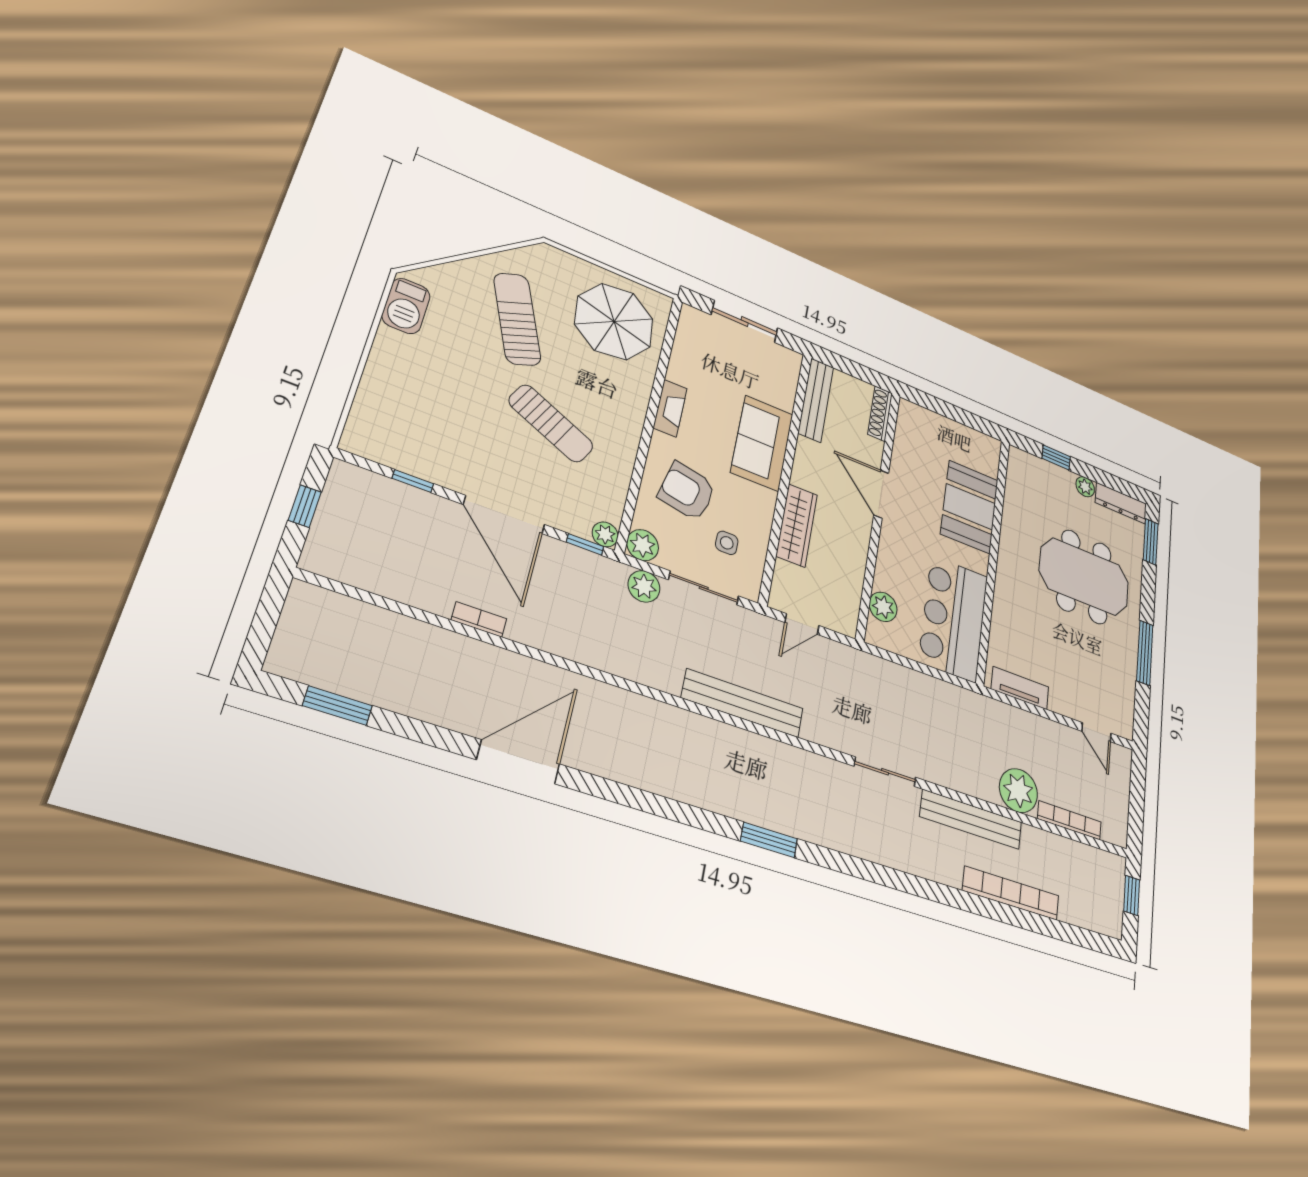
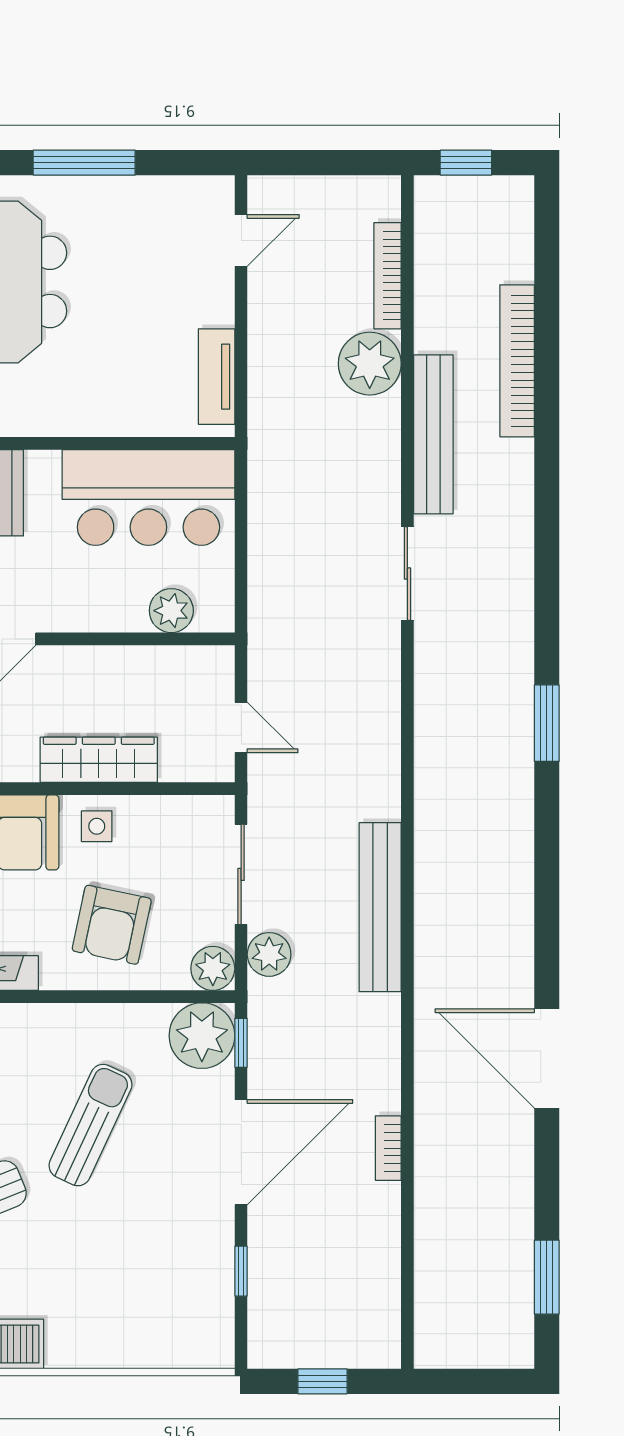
plant: (605, 534) -> (202, 1036), width x1.87, depth x1.87
side table: (727, 543) -> (97, 826), moved
bench: (743, 703) -> (380, 907), moved

